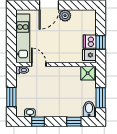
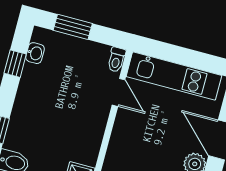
door: (39, 64) -> (119, 92), hinge flipped

